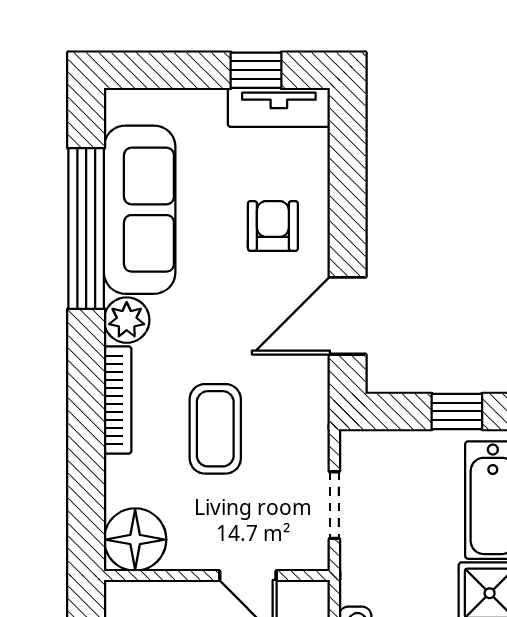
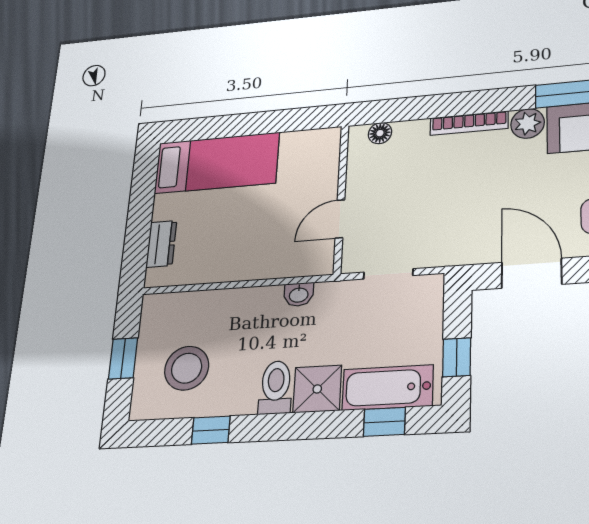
coffee table: (215, 429) -> (447, 189), removed
floor lamp: (135, 540) -> (380, 133), width x0.53, depth x0.53

